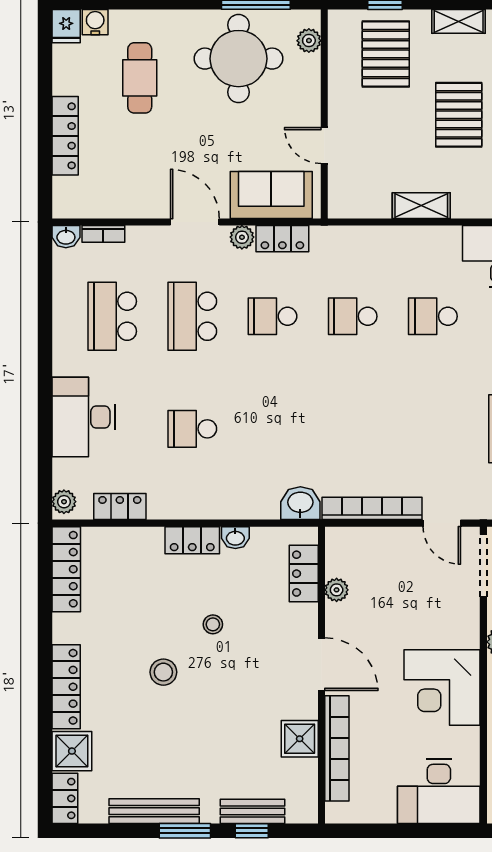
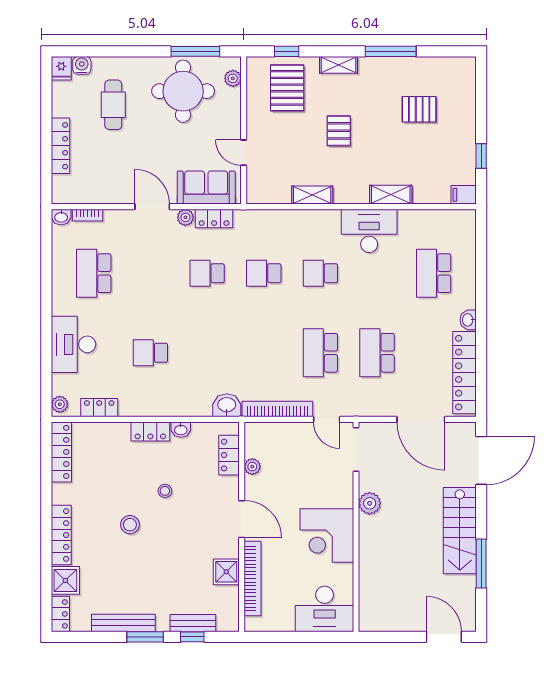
pallet: (459, 115) -> (339, 131), width x0.67, depth x0.71
school desk: (192, 316) -> (320, 353), moved

